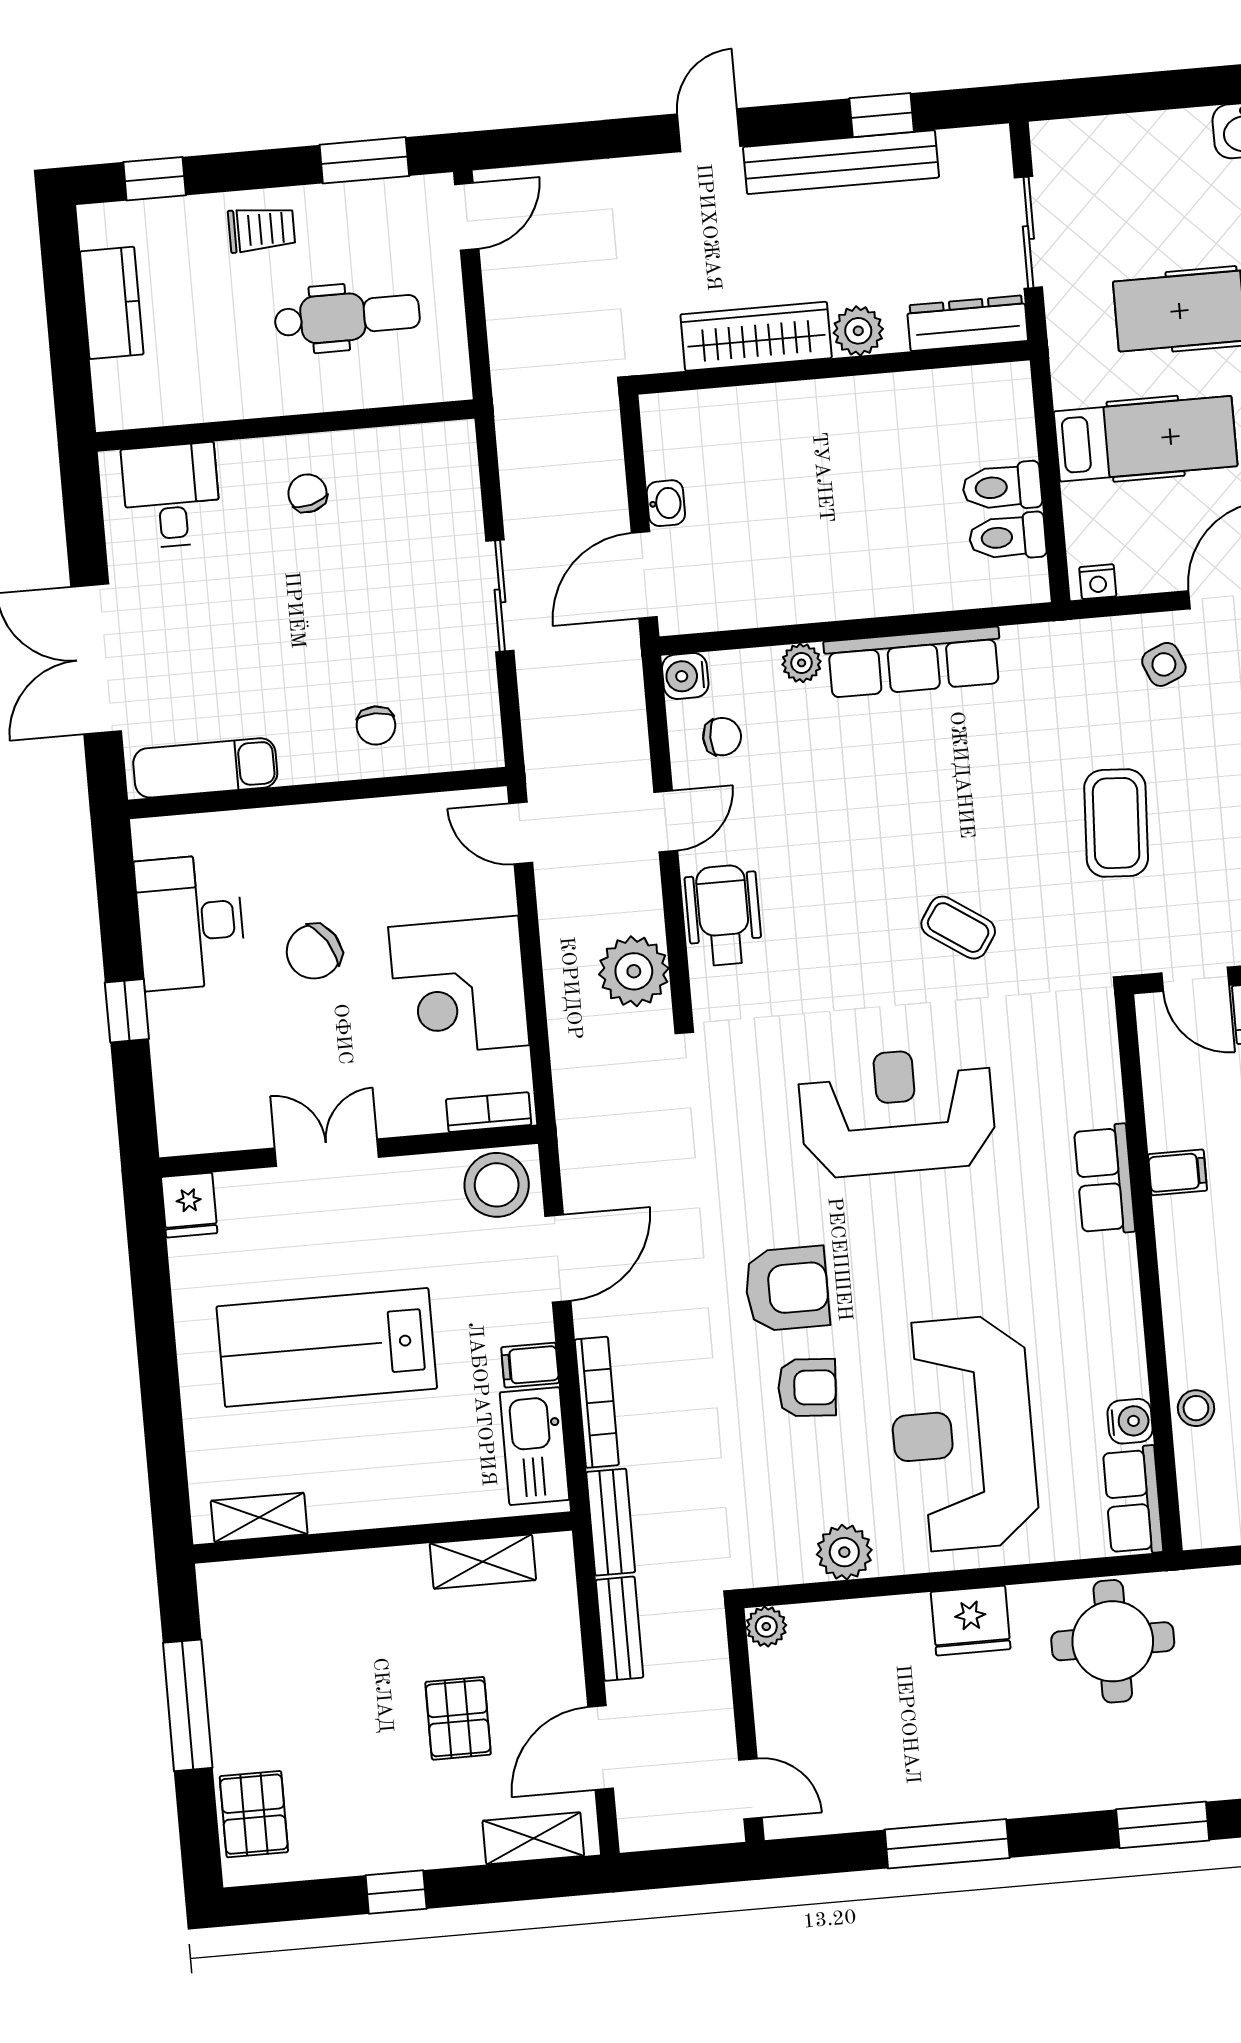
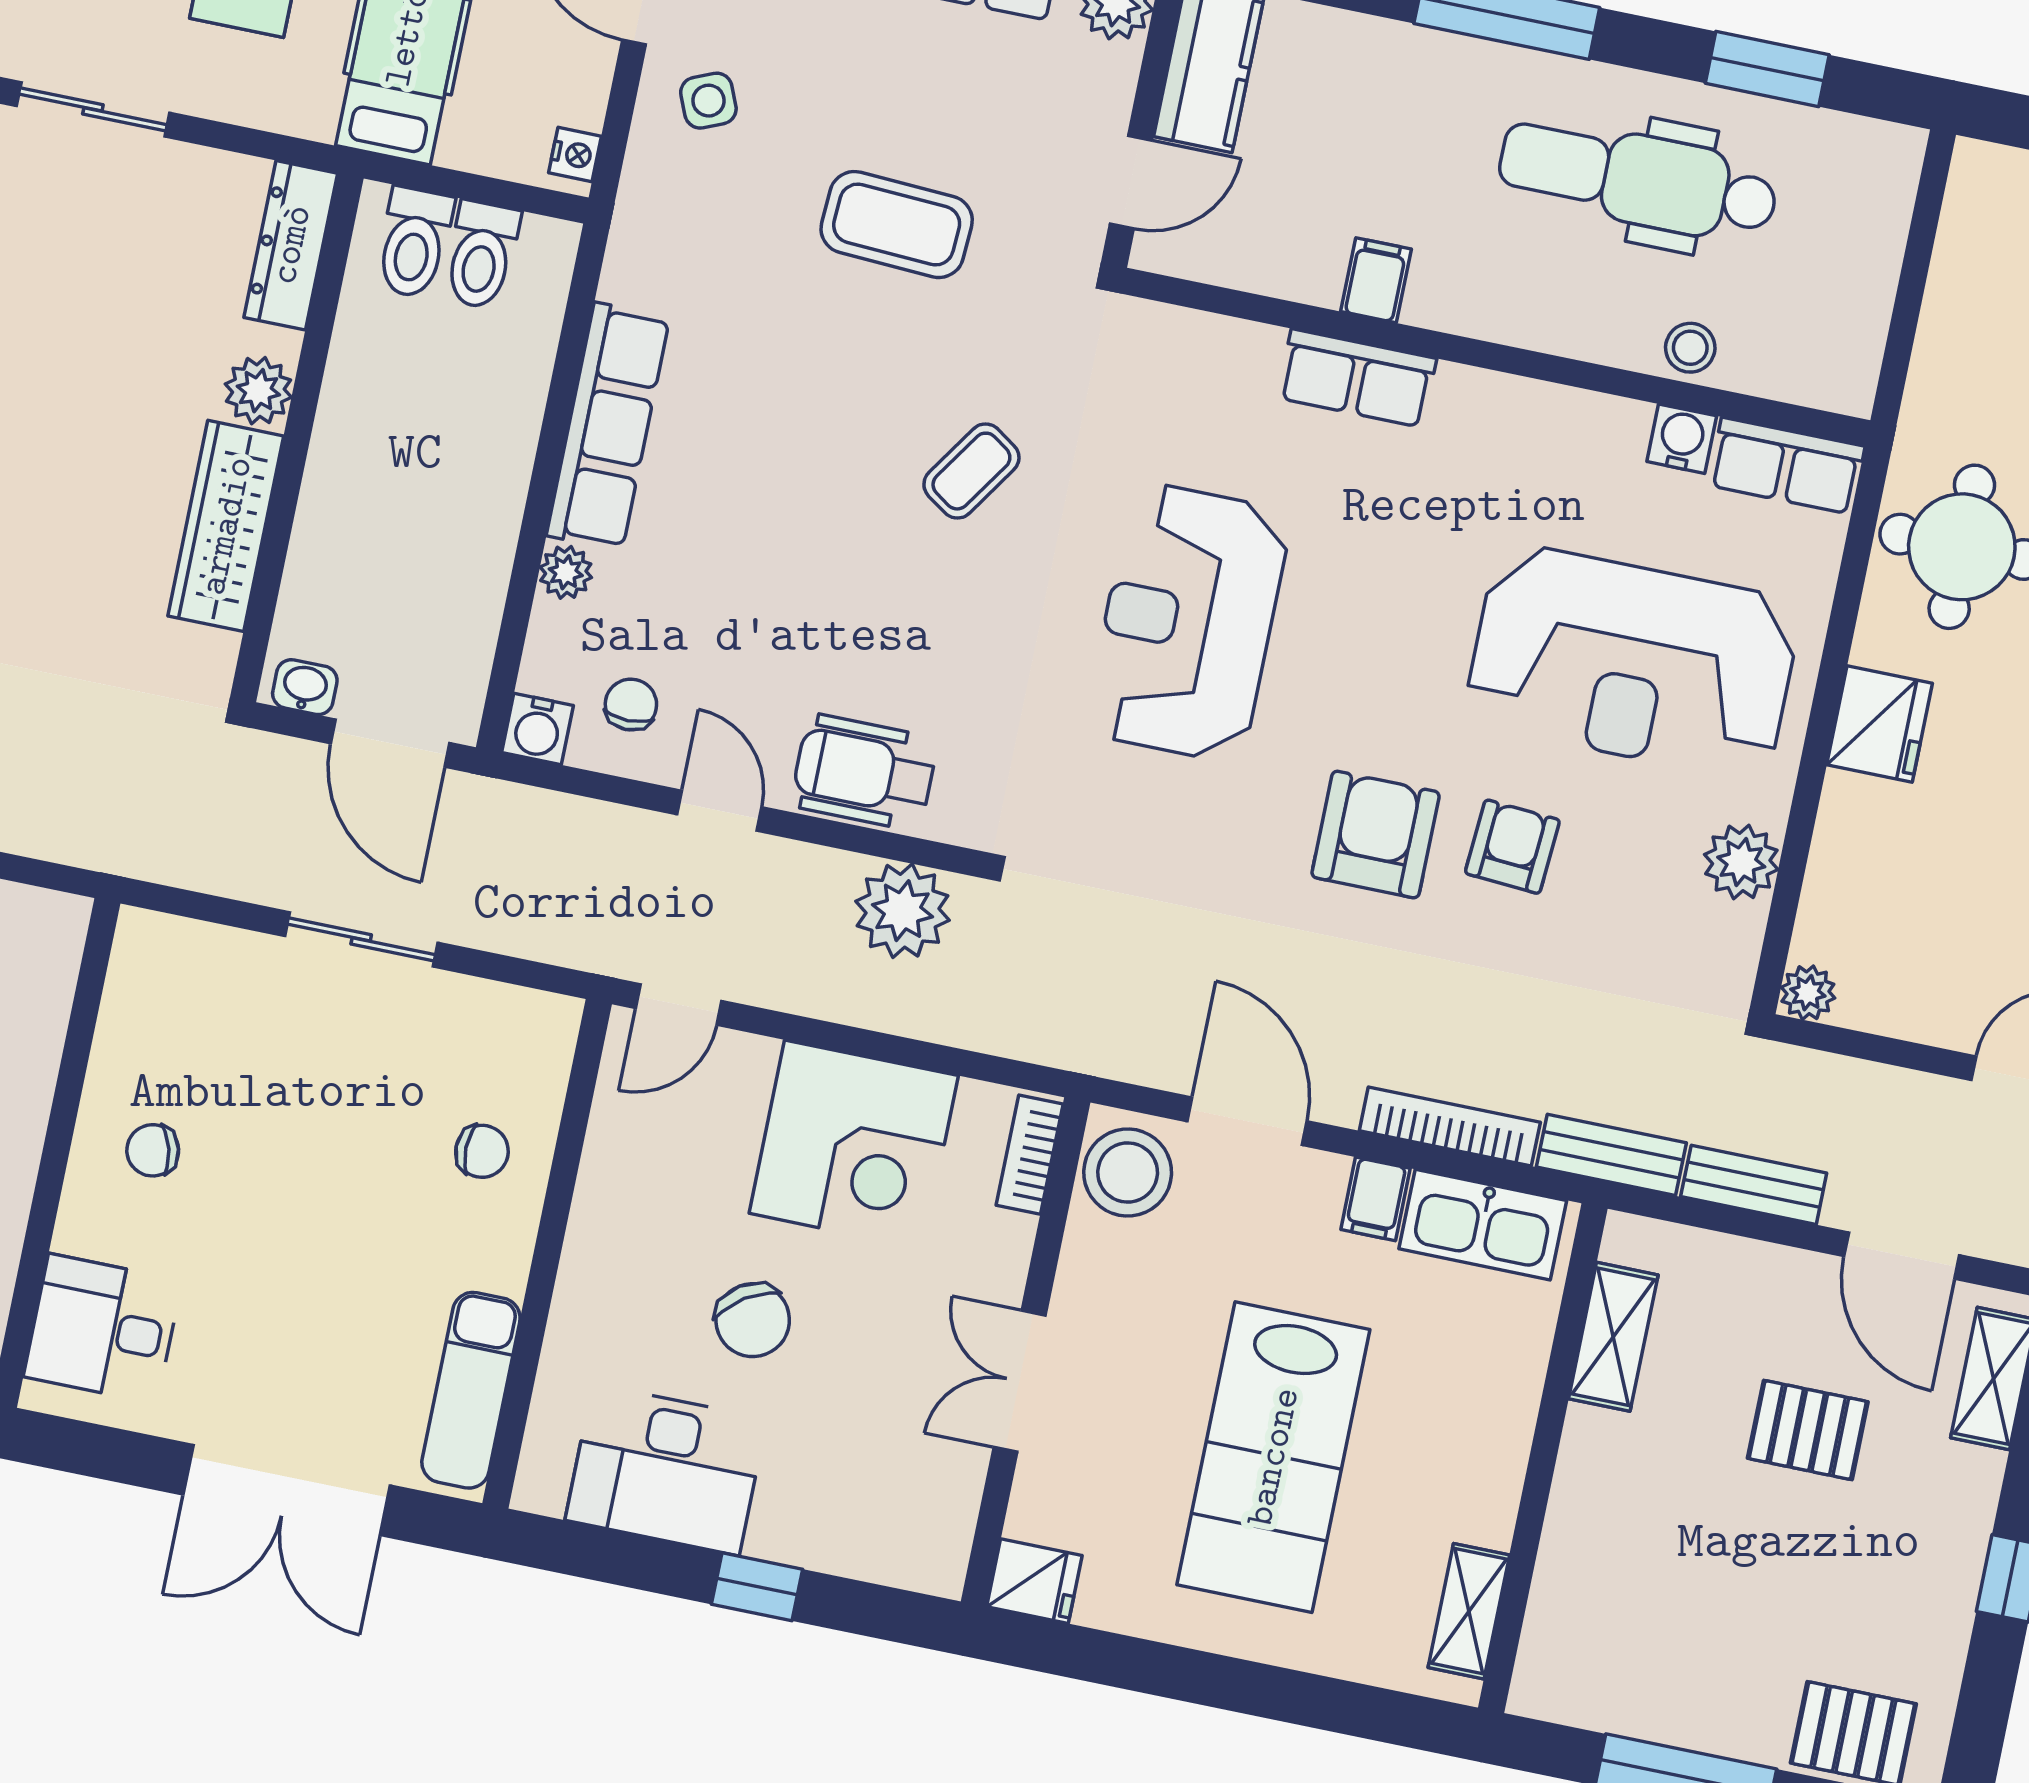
dresser: (967, 323) -> (291, 245), moved
plant: (858, 331) -> (258, 391), moved
wardrobe: (756, 336) -> (226, 526), moved
wall: (833, 368) -> (297, 438), moved

